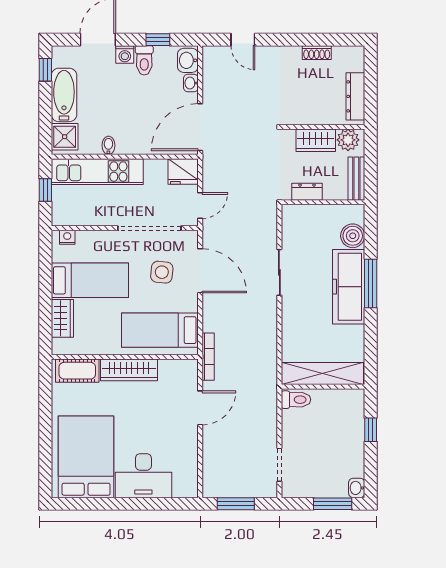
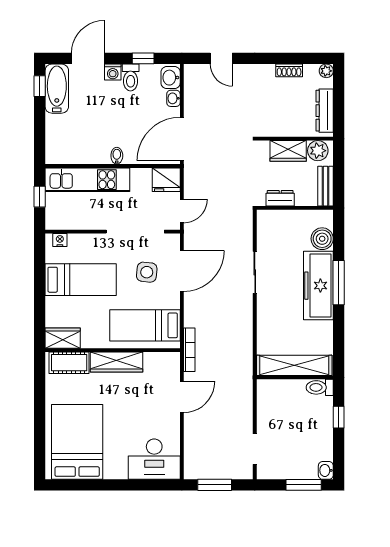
plant: (357, 53) -> (326, 71), added
bathtub: (64, 95) -> (57, 89), moved
shower: (65, 137) -> (57, 148), removed
bidet: (108, 145) -> (117, 156), moved
door: (200, 271) -> (182, 271), hinge flipped
wardrobe: (62, 318) -> (63, 338), moved, turned -90
toilet: (296, 400) -> (320, 387), moved, turned 180
desk: (143, 476) -> (154, 459), moved

